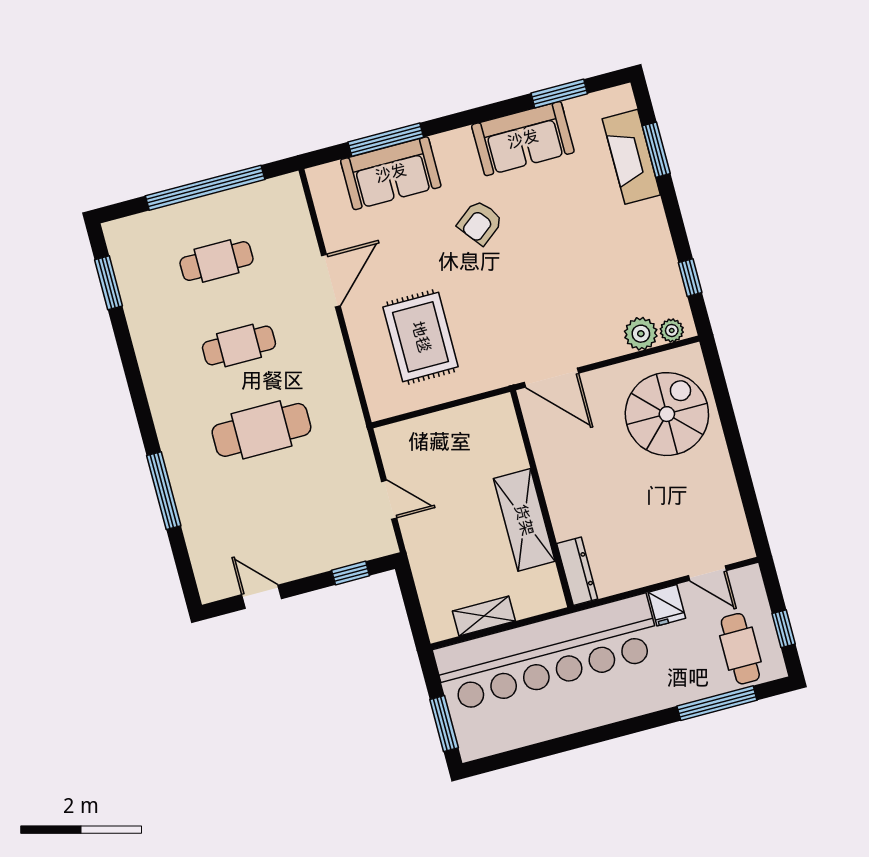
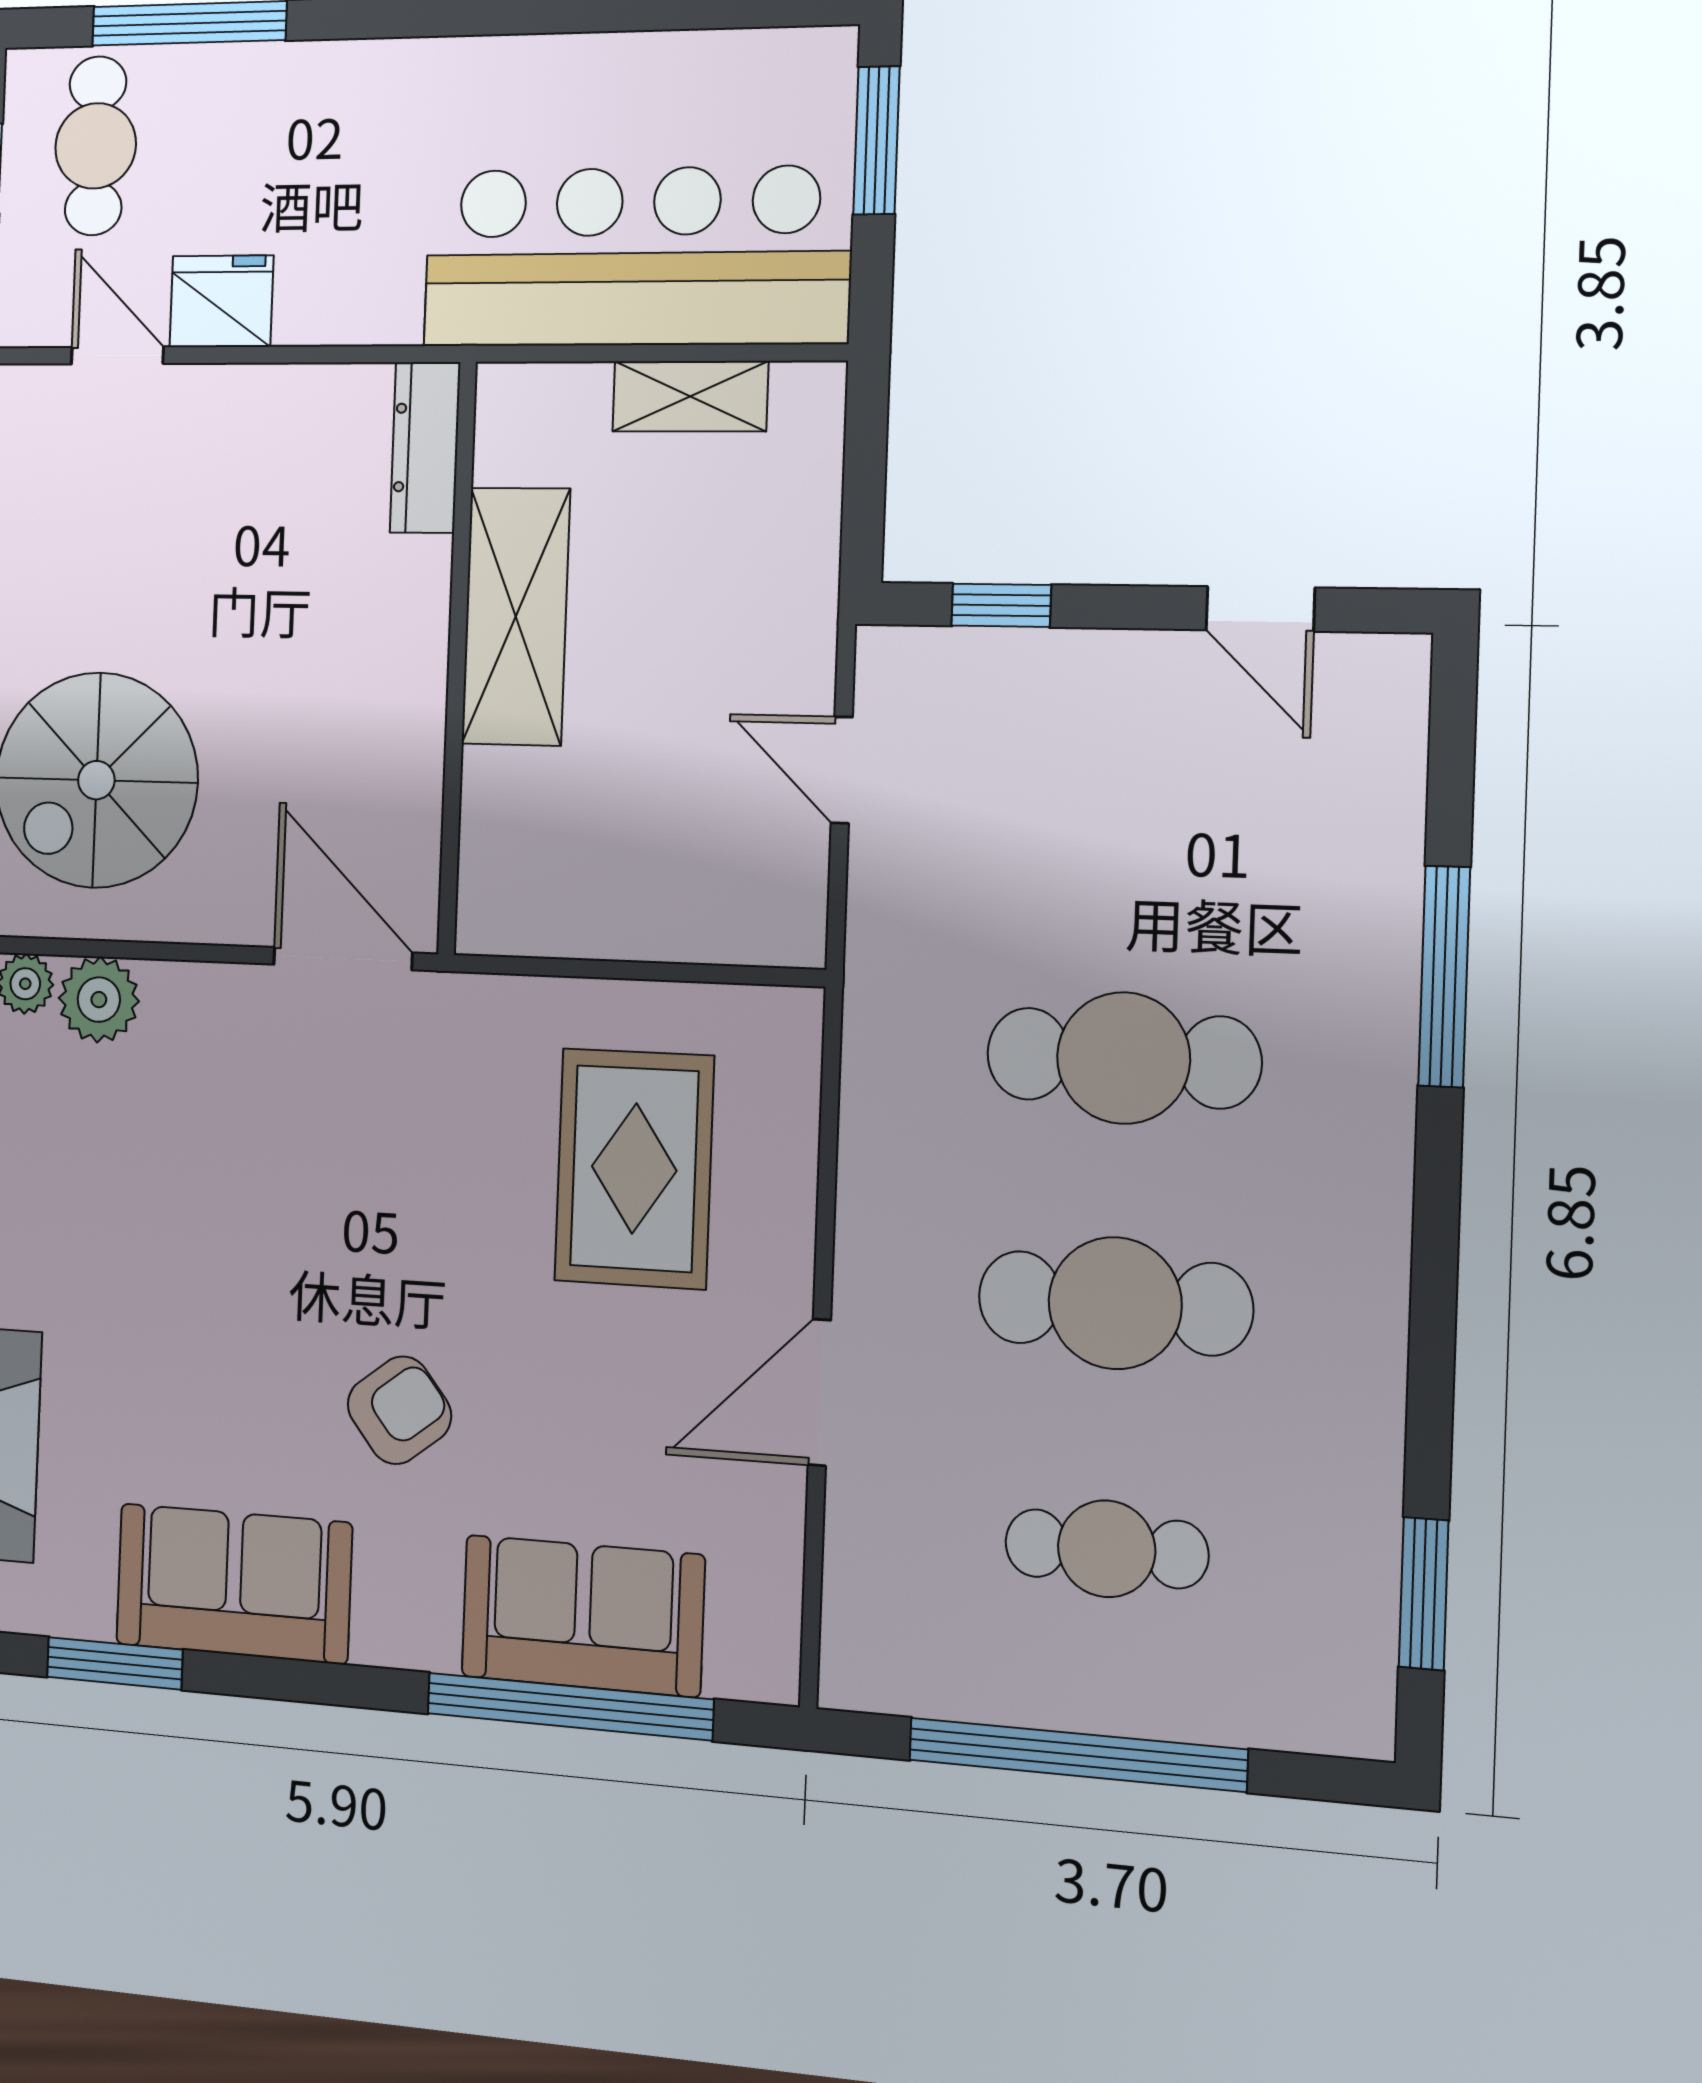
window: (386, 140) -> (569, 1706), width x1.46
cafe table: (239, 345) -> (1115, 1303), width x1.37, depth x1.35
fridge: (667, 605) -> (221, 301), width x1.38
bar counter: (547, 653) -> (636, 257), width x0.73

